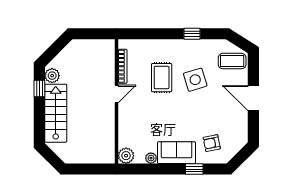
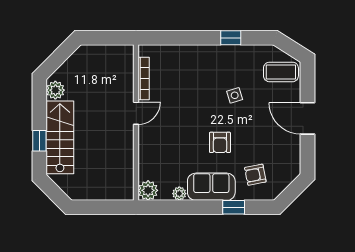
rug: (162, 78) -> (193, 93), removed
side table: (195, 80) -> (235, 95), width x0.54, depth x0.54
window: (39, 88) -> (39, 141), moved
armchair: (183, 117) -> (220, 142), added

